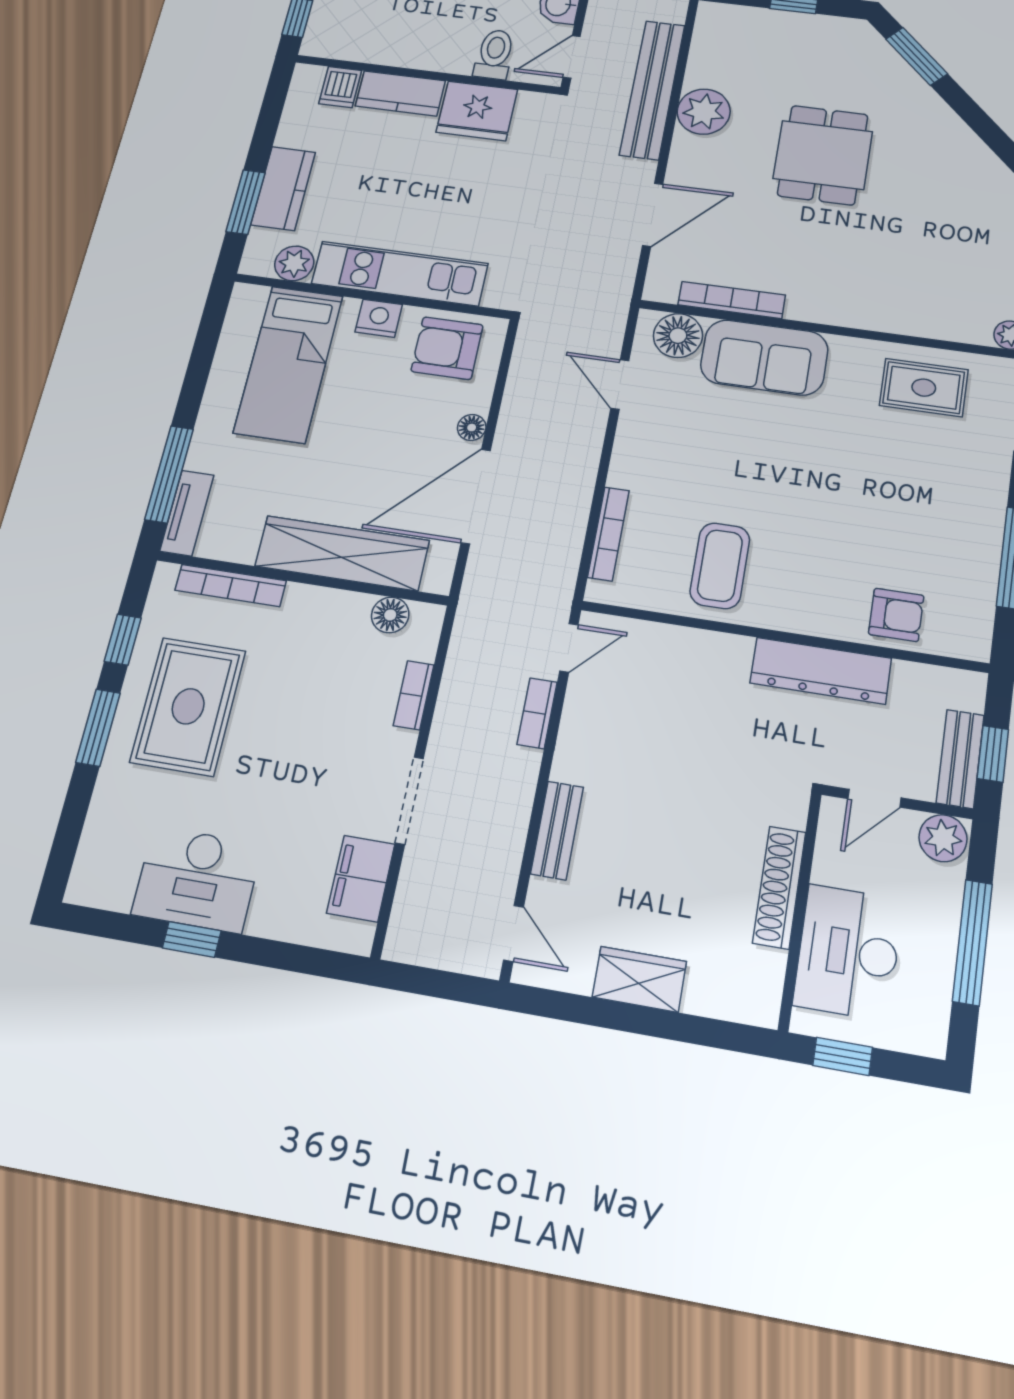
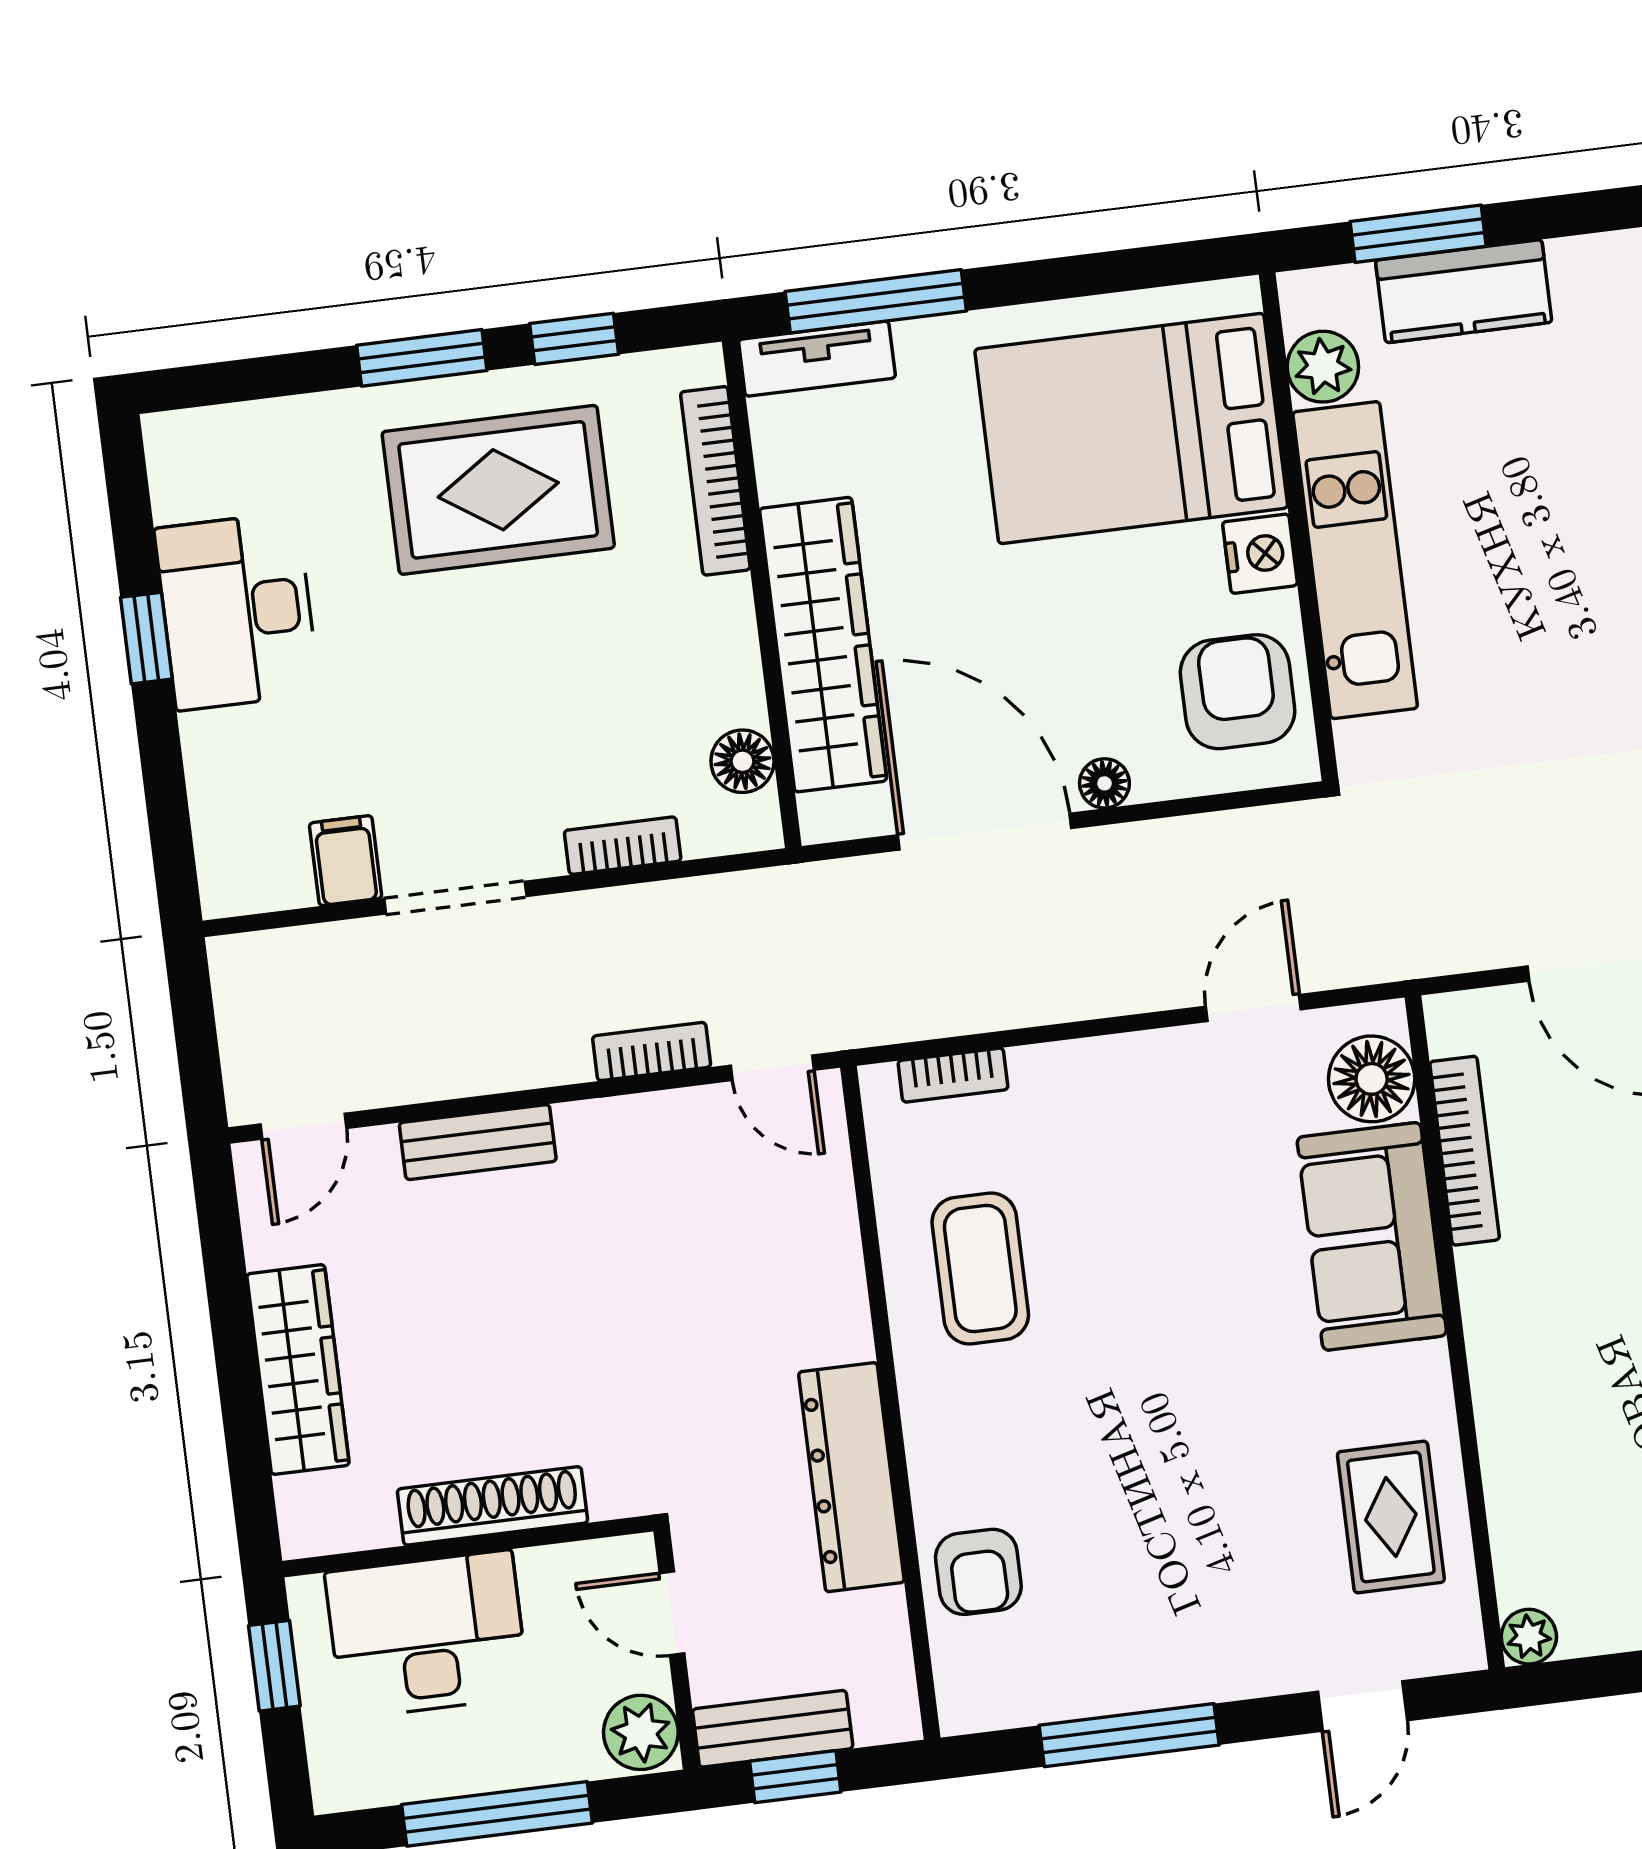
bed: (288, 364) -> (1131, 429), width x1.50
bookcase: (608, 534) -> (953, 1075), width x0.64
coffee table: (720, 566) -> (980, 1268), turned 90
filing cabinet: (361, 879) -> (346, 861), width x0.50
wardrobe: (639, 979) -> (298, 1370), width x1.50

